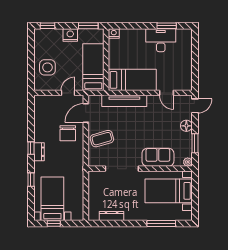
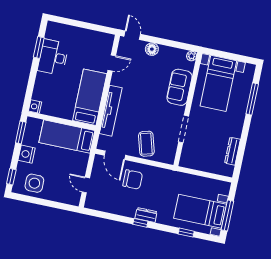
side table: (47, 67) -> (34, 183), moved
door: (68, 93) -> (86, 185), moved
window: (195, 143) -> (173, 44), removed
doorway: (122, 169) -> (184, 129), width x0.73
window: (31, 180) -> (186, 233), moved
window: (54, 224) -> (227, 215), width x2.17

